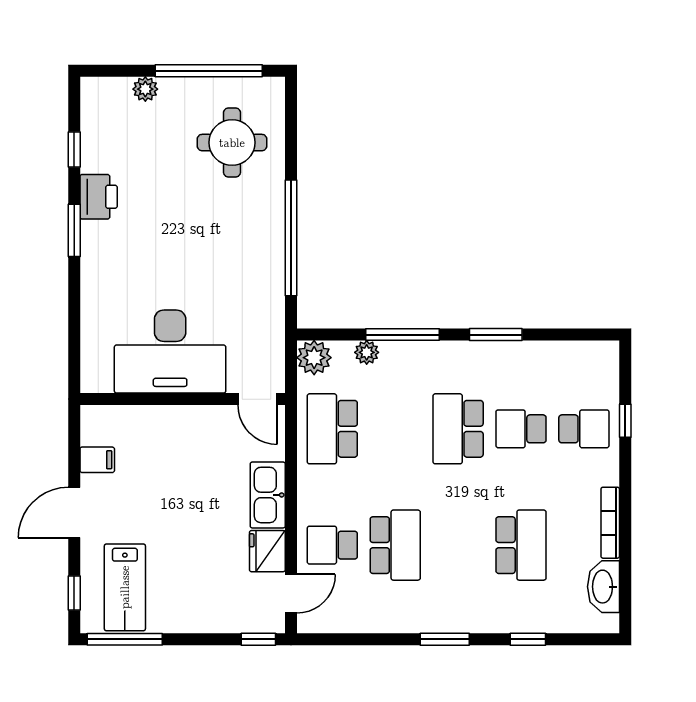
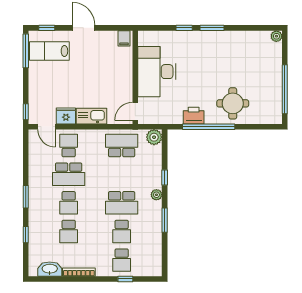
plant: (145, 89) -> (276, 36), moved
round table: (232, 143) -> (233, 103), moved
window: (74, 149) -> (184, 28), moved
printer: (99, 197) -> (194, 116), moved, turned 180
window: (403, 335) -> (165, 178), width x0.46
plant: (367, 352) -> (156, 195), moved
school desk: (458, 429) -> (122, 203), turned 180
school desk: (521, 429) -> (122, 231), turned 180
filing cabinet: (97, 460) -> (124, 38), moved
school desk: (458, 545) -> (69, 203), added
school desk: (521, 545) -> (69, 231), width x0.54

